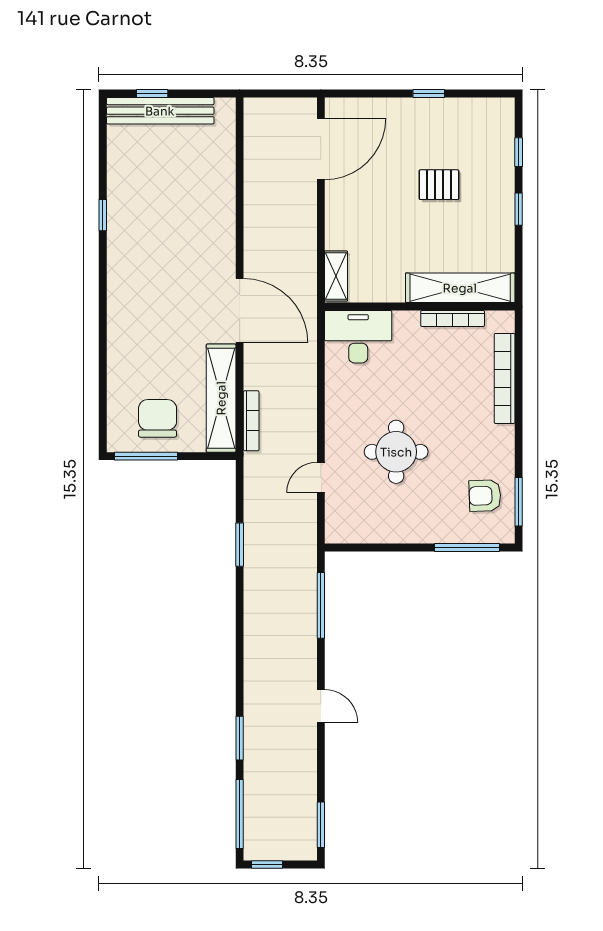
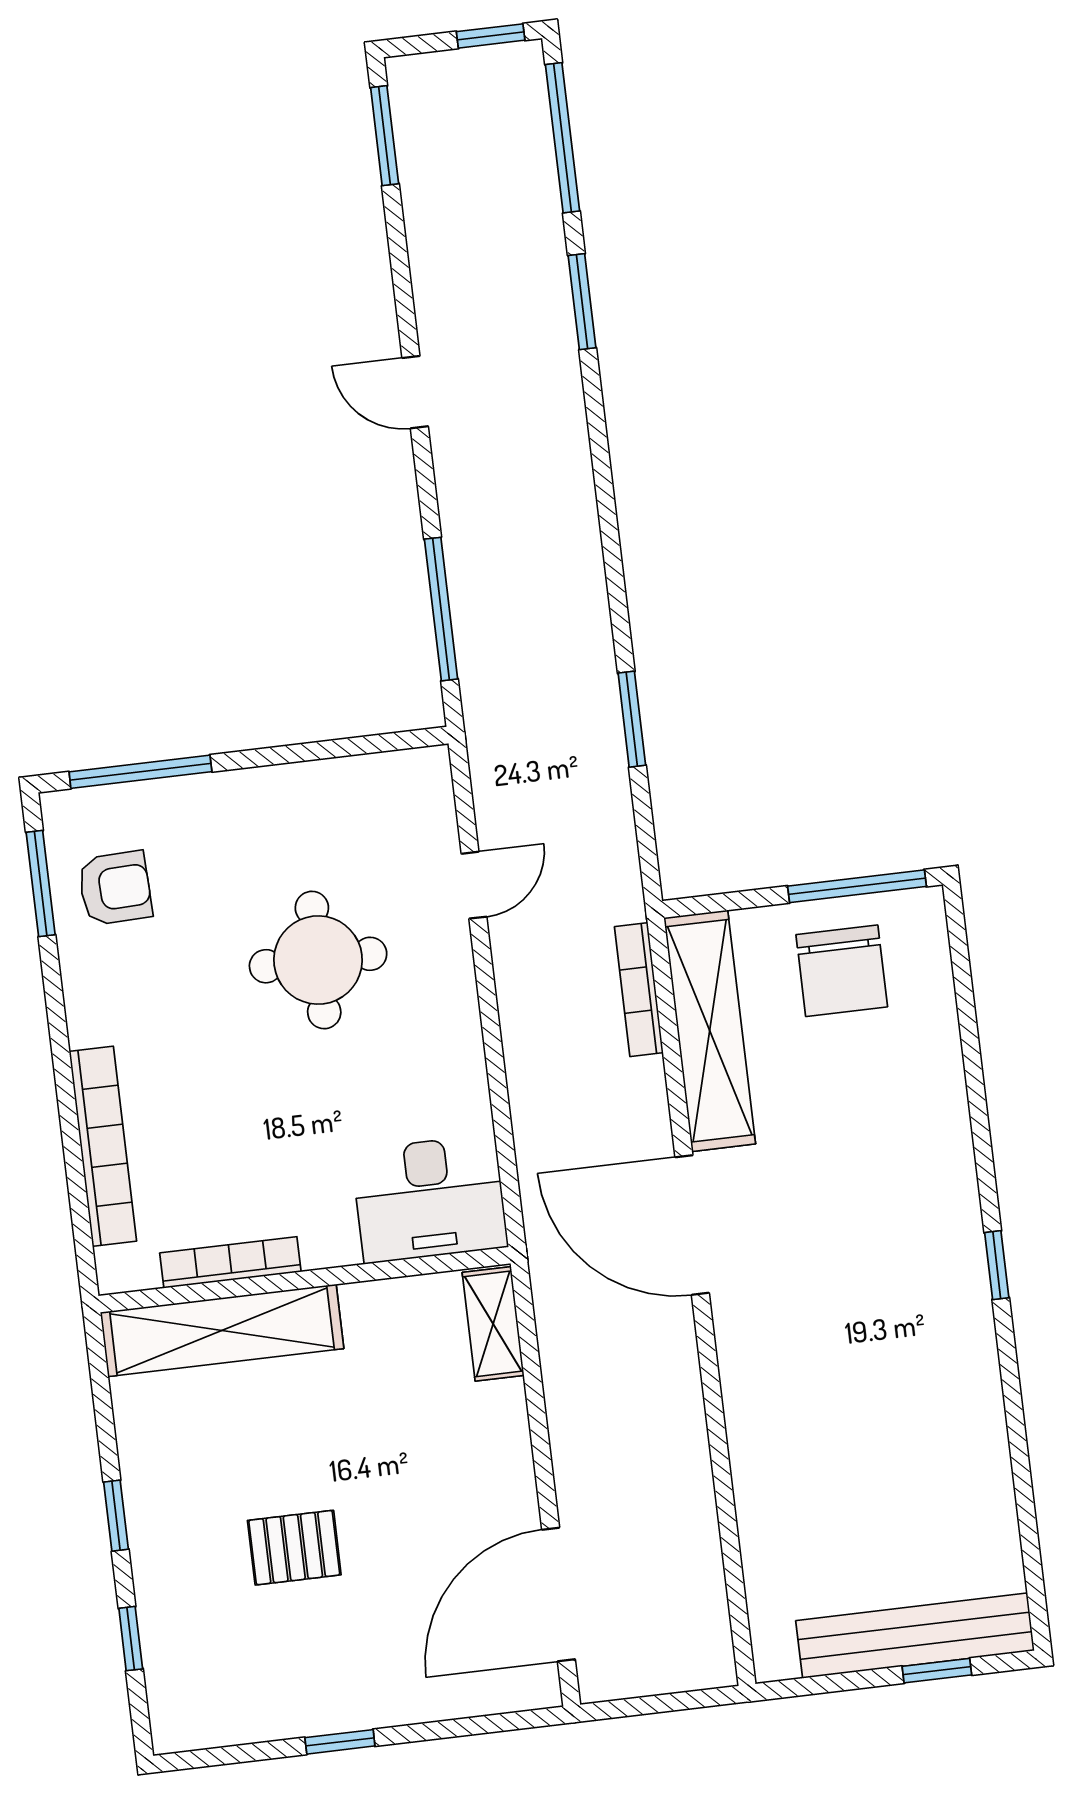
window: (103, 215) -> (997, 1265), moved

